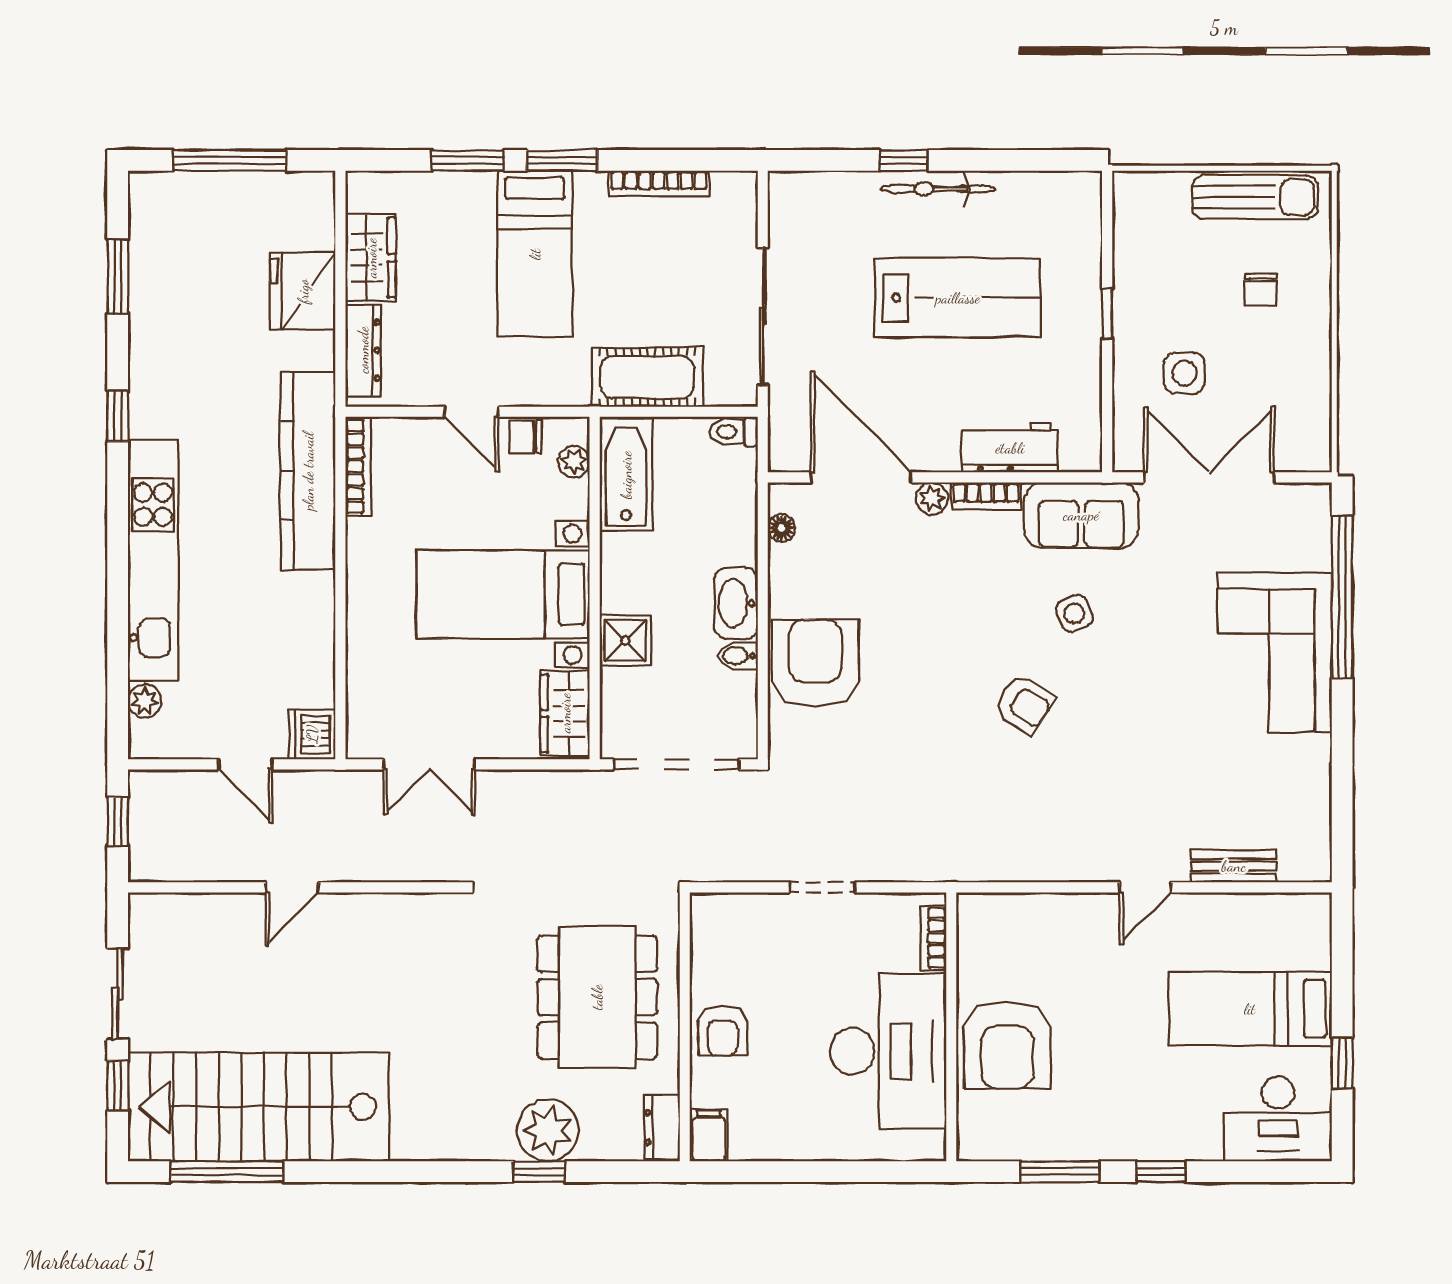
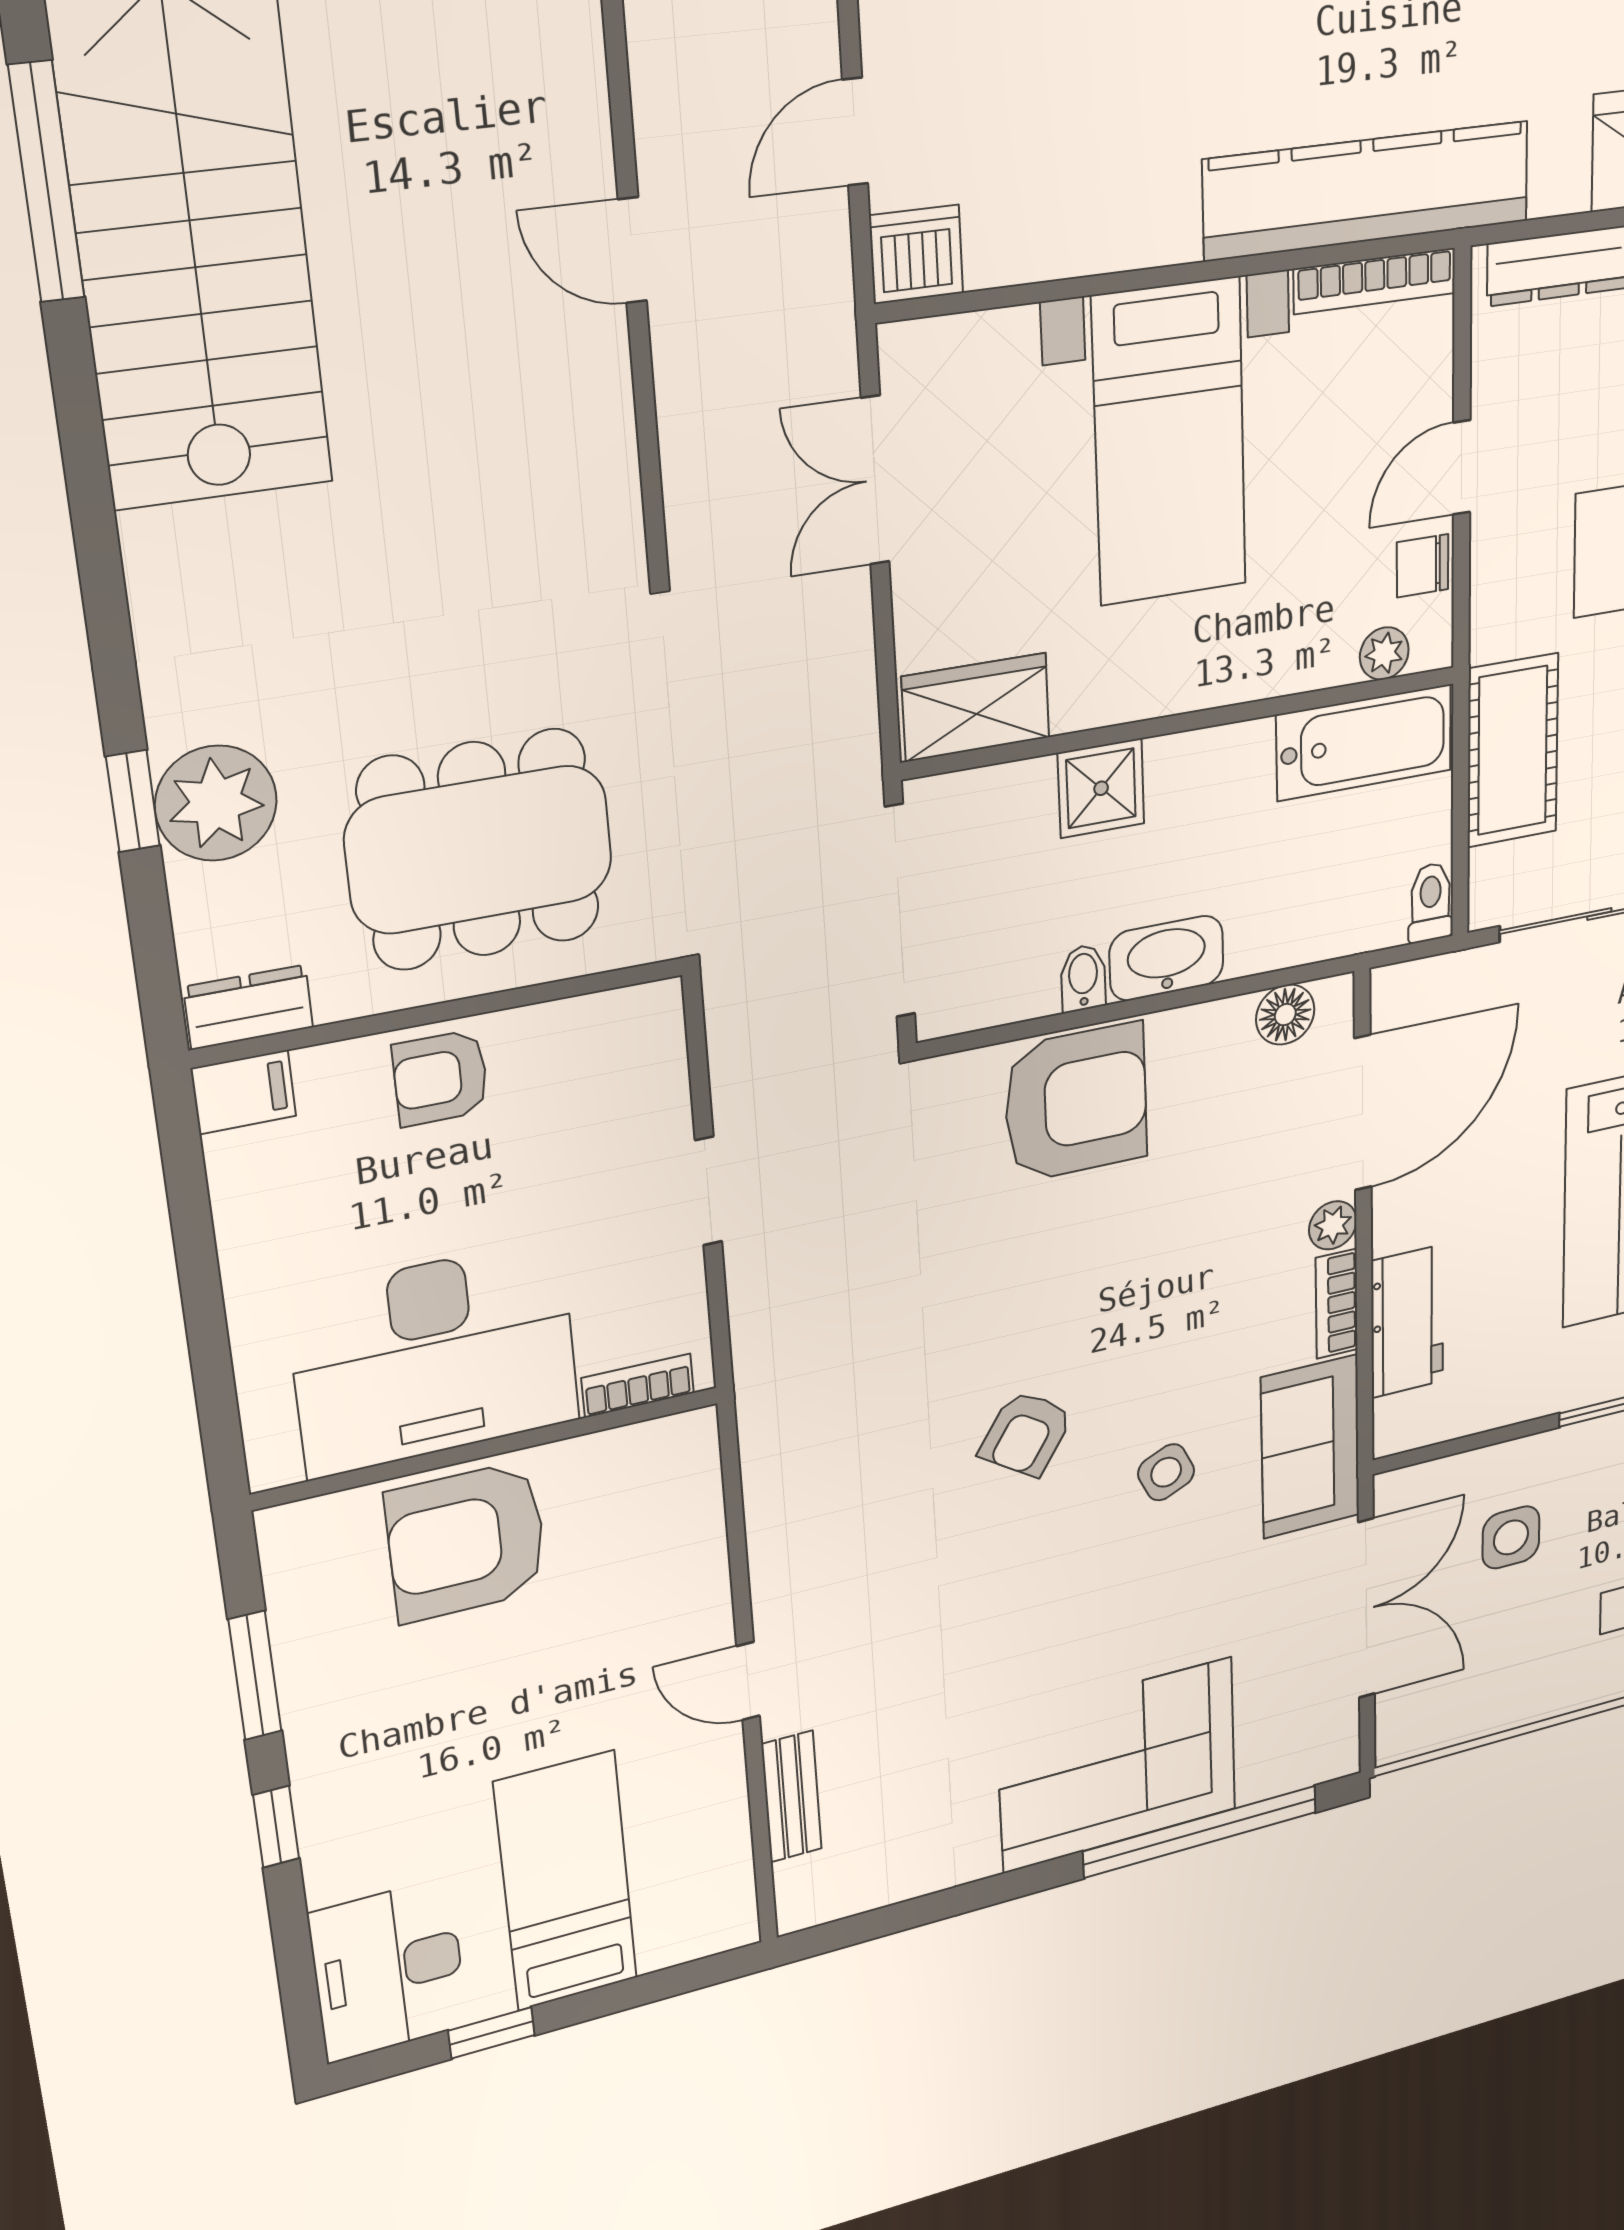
chair: (526, 437) -> (1423, 566), turned -90
floor lamp: (781, 528) -> (1285, 1015), width x1.37, depth x1.37
bed with nightstands: (503, 594) -> (1170, 442), moved, turned 180

